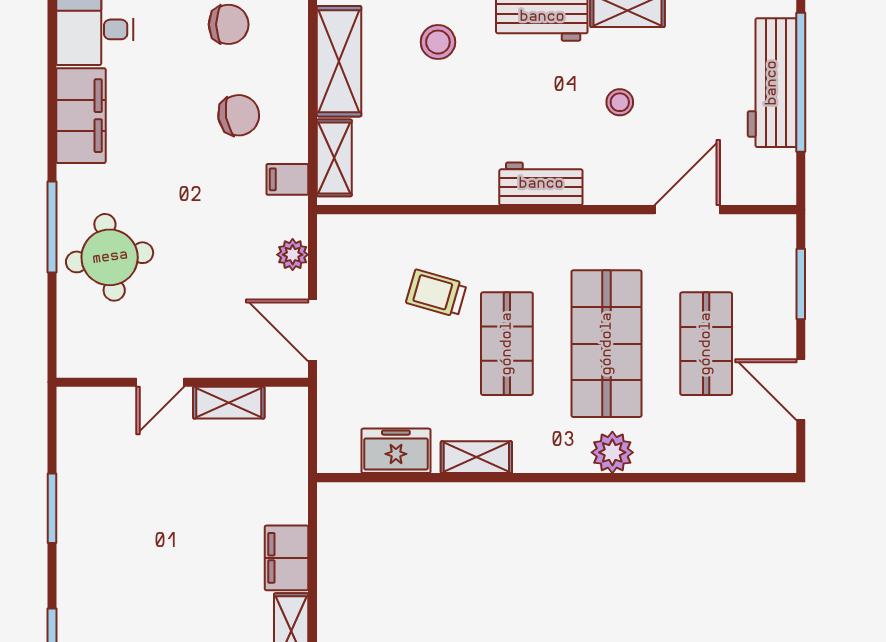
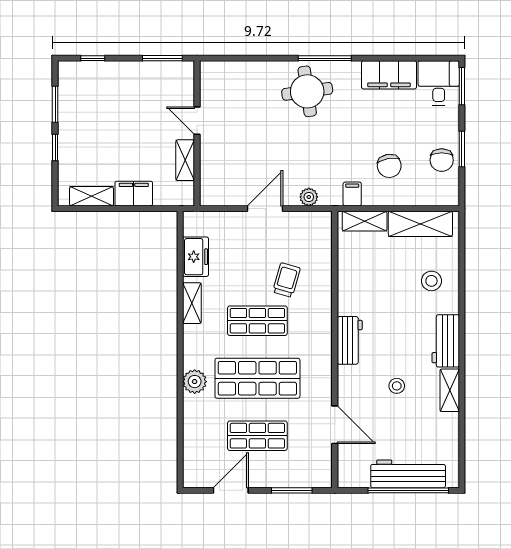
door: (160, 382) -> (197, 121), moved
wall: (182, 382) -> (197, 133), moved
shelving: (229, 403) -> (185, 160), moved

